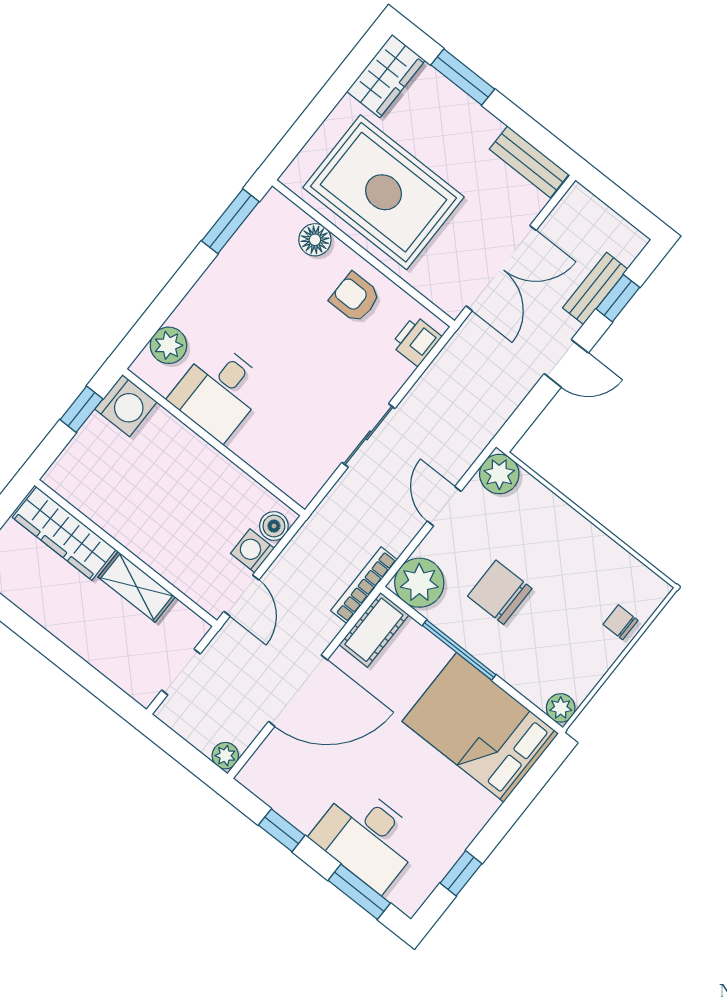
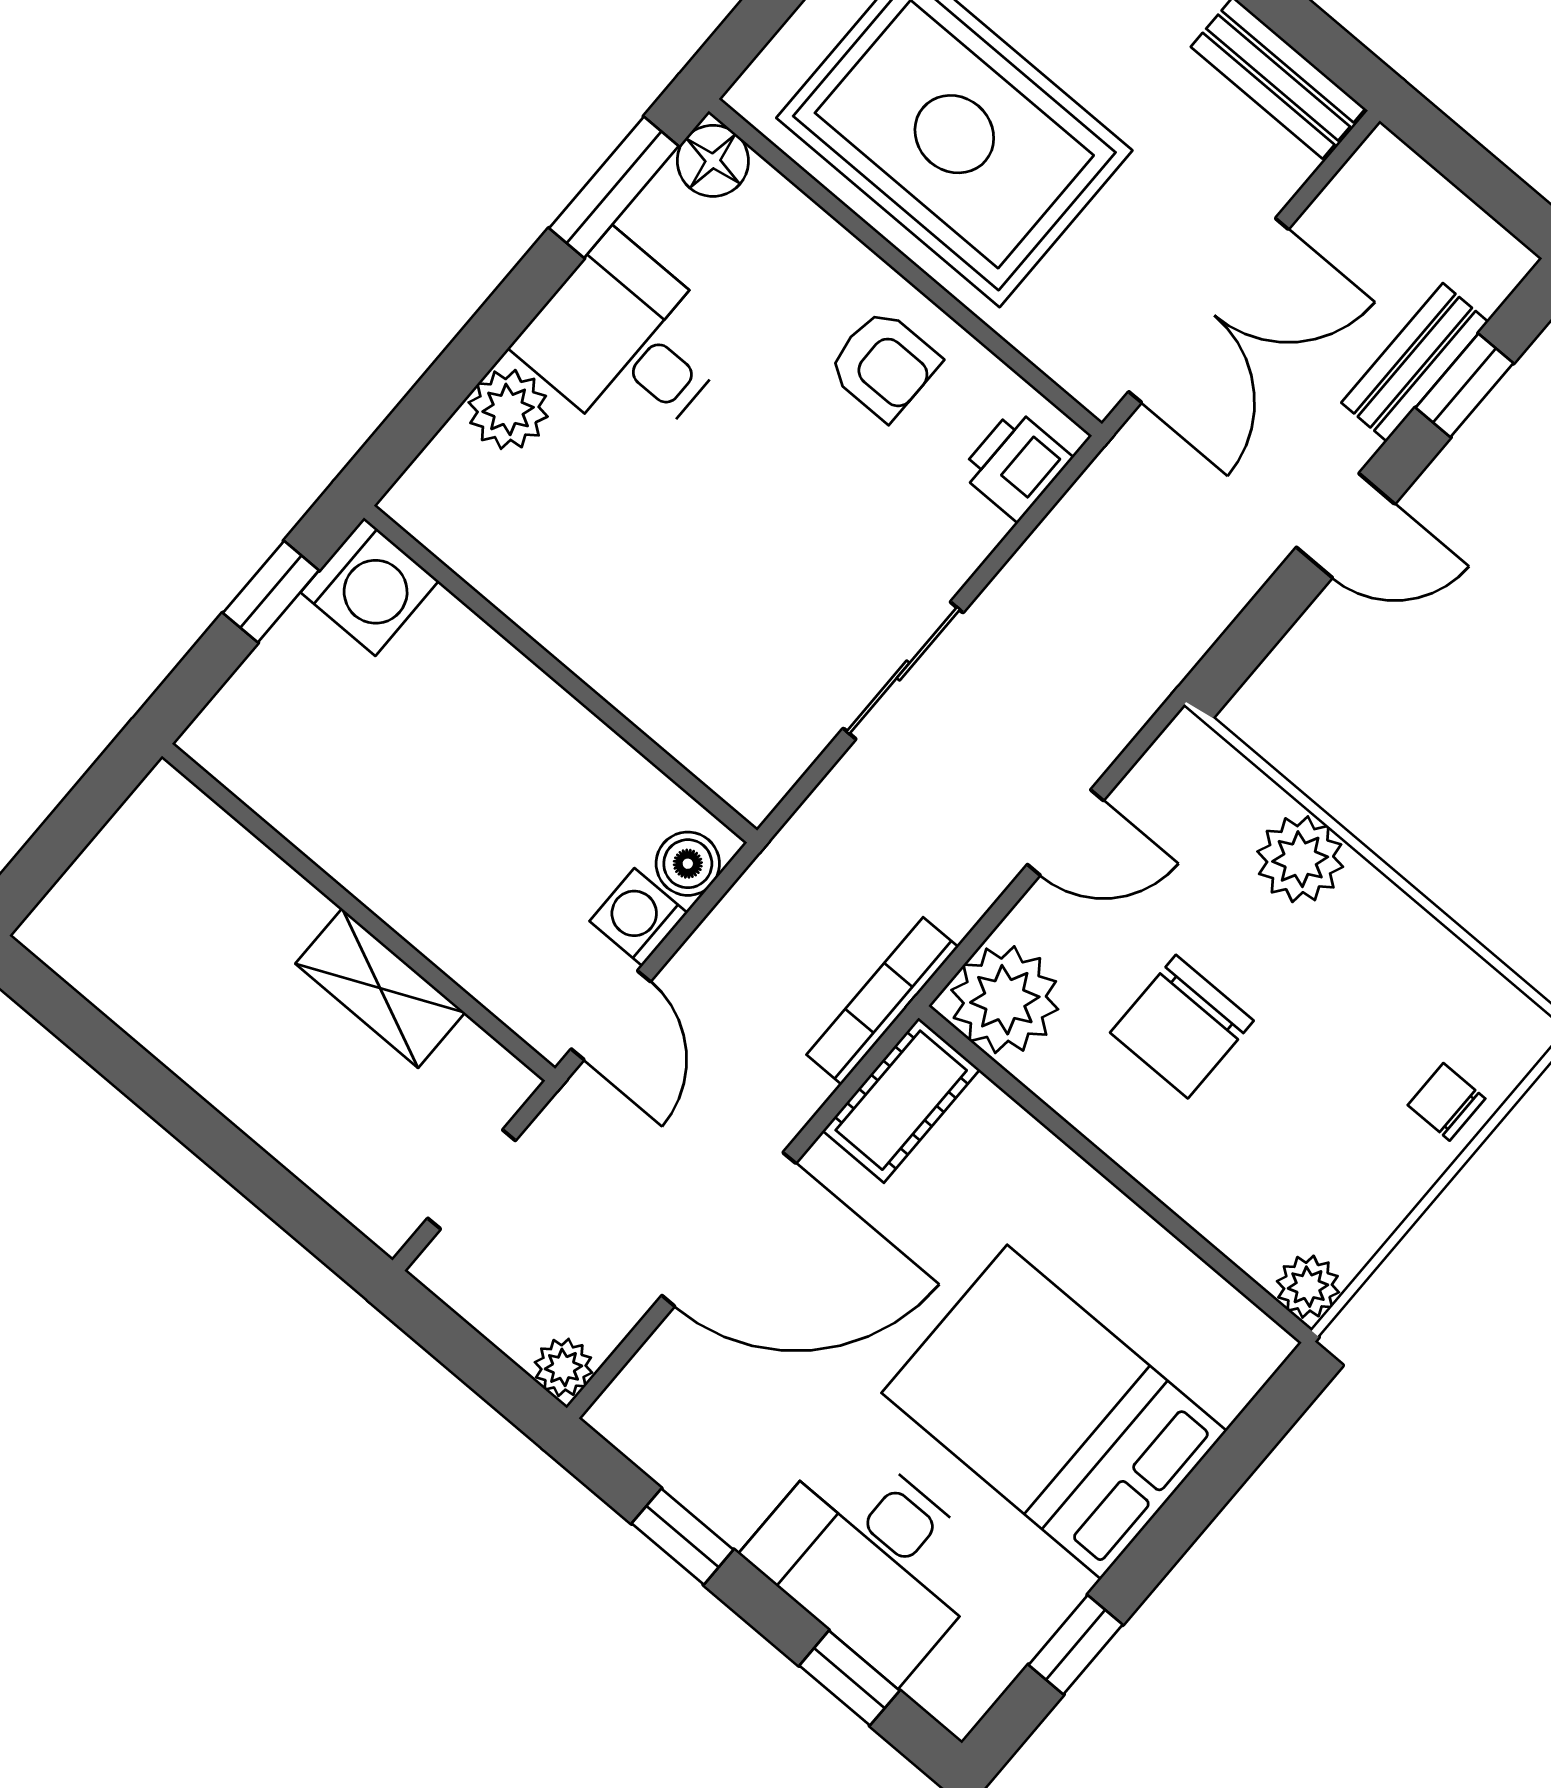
floor lamp: (315, 240) -> (713, 161), moved
armchair: (355, 297) -> (884, 365), turned 180
plant: (168, 345) -> (508, 409), moved
desk: (219, 391) -> (626, 343), moved, turned 90
plant: (499, 474) -> (1300, 859), moved
door: (444, 506) -> (1065, 832), swing flipped
wardrobe: (64, 533) -> (224, 865), removed
chair: (500, 592) -> (1182, 1027), turned -90
window: (459, 650) -> (1088, 1151), removed
bed: (480, 727) -> (1054, 1412), moved
window: (359, 892) -> (849, 1678), width x0.67

